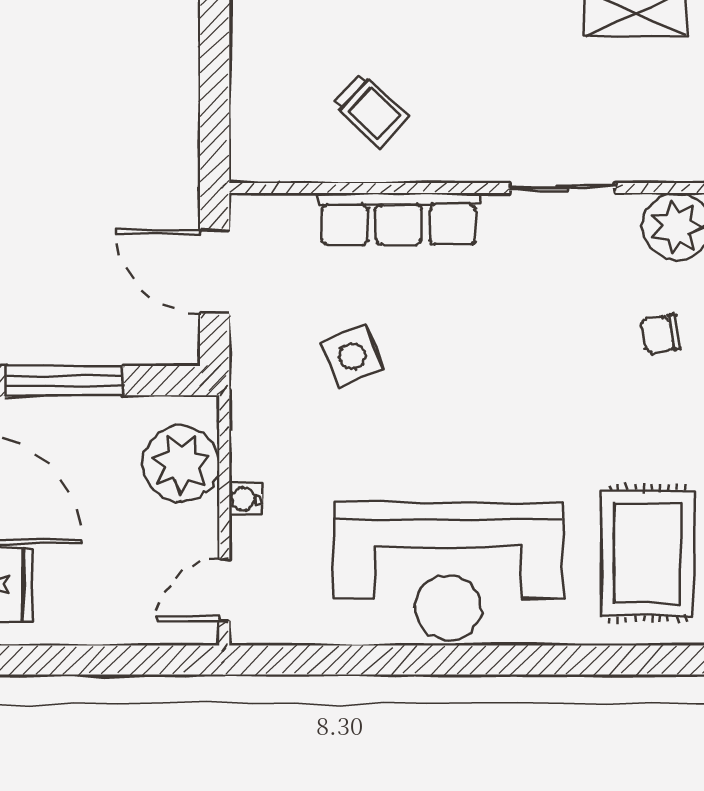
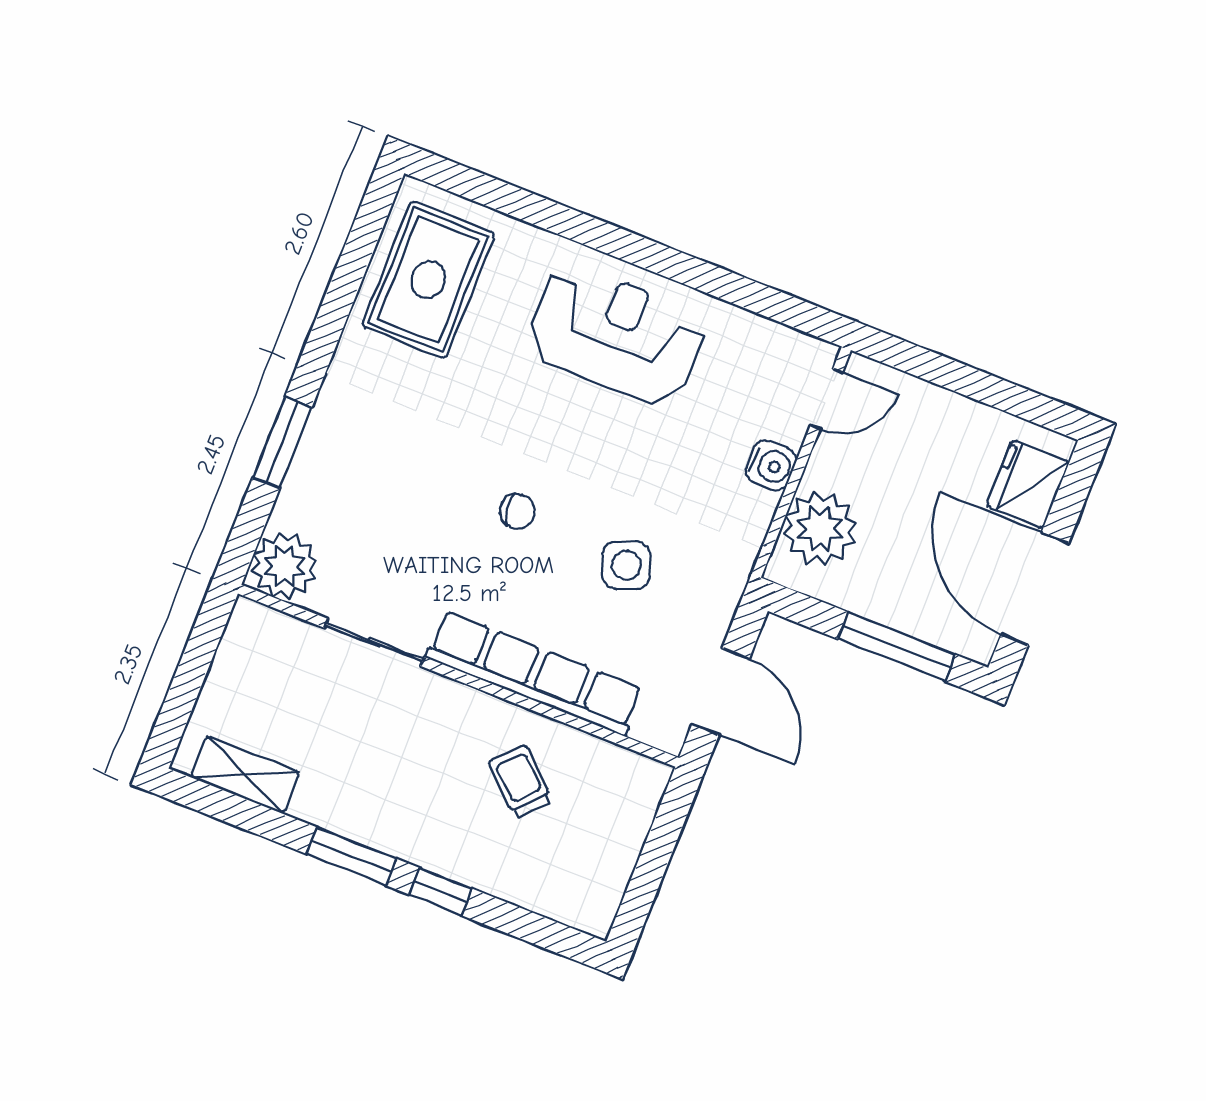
row of seats: (399, 219) -> (534, 673), width x1.36
chair: (661, 334) -> (518, 511), moved
water cooler: (246, 499) -> (771, 465), width x1.38, depth x1.38
reception desk: (448, 572) -> (616, 335), width x0.74, depth x0.77

